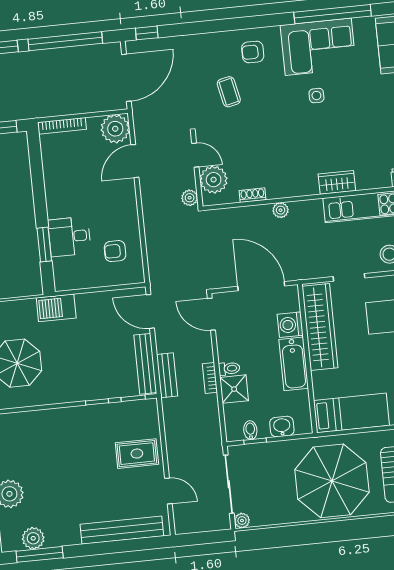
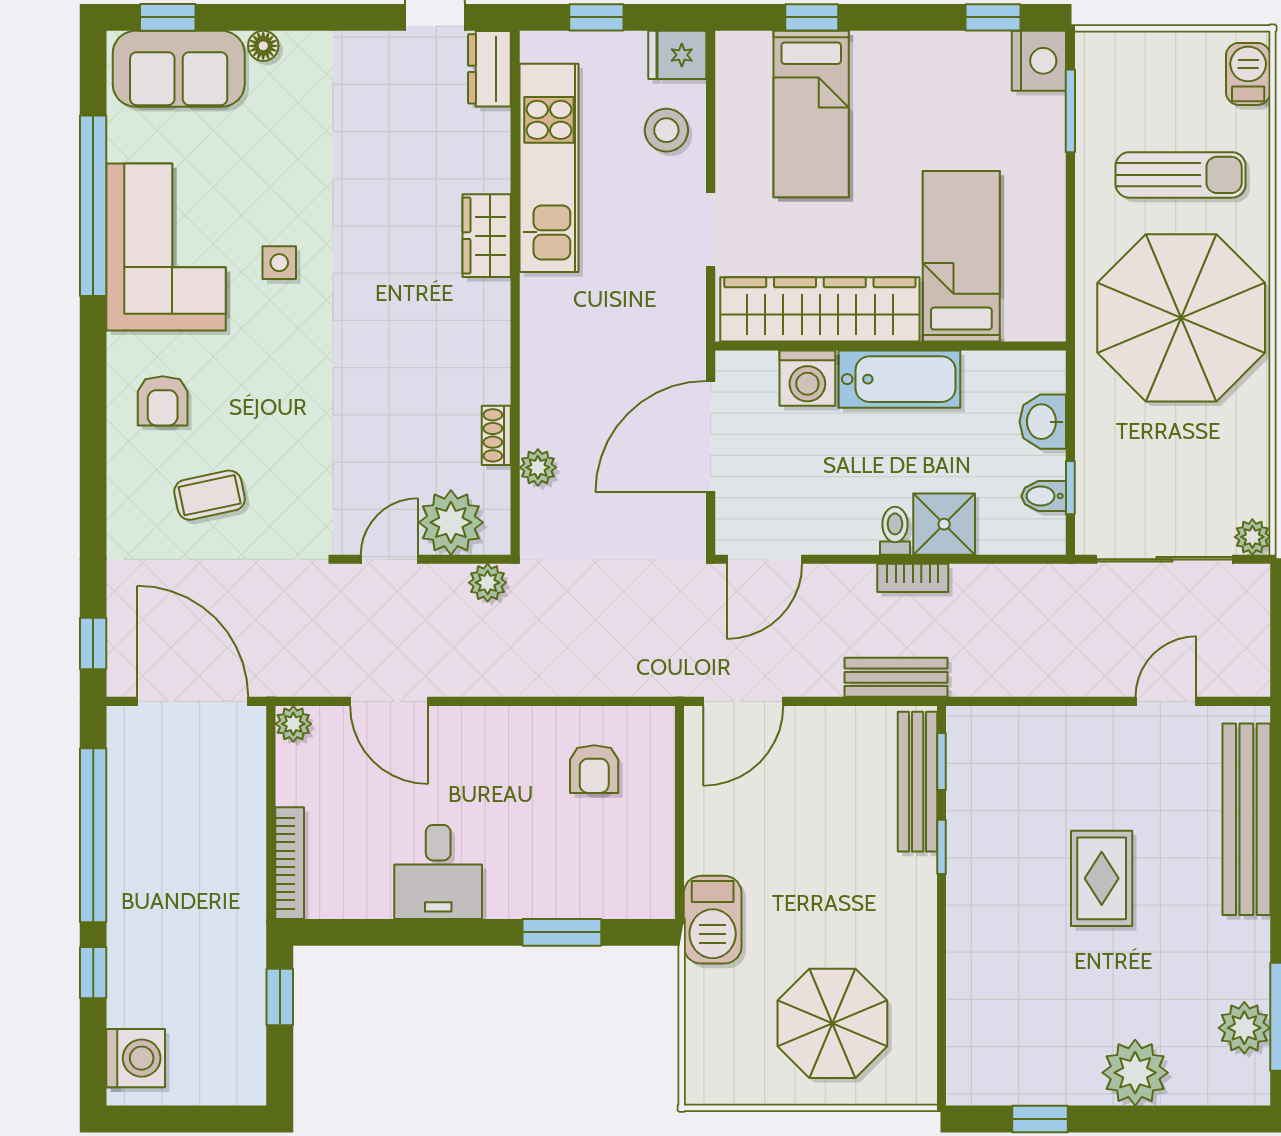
coffee table: (229, 92) -> (210, 495), moved
plant: (115, 129) -> (293, 724), width x0.53, depth x0.53
plant: (281, 210) -> (538, 467), moved
desk: (69, 237) -> (438, 872), moved
bench: (145, 364) -> (918, 782), moved, turned 90
bed: (351, 413) -> (961, 256), moved
rug: (137, 454) -> (1102, 878), moved

